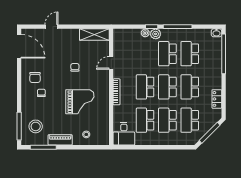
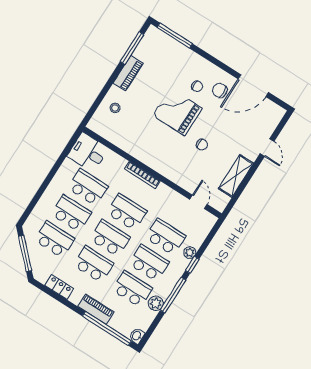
plant: (156, 34) -> (156, 303), moved
shelving: (94, 35) -> (236, 176), moved
door: (19, 46) -> (253, 86), moved
school desk: (145, 54) -> (166, 237), added
door: (111, 63) -> (198, 202), moved
piano: (216, 68) -> (96, 309), added
grand piano: (80, 102) -> (177, 112), moved, turned 90
stool: (36, 126) -> (162, 55), removed

